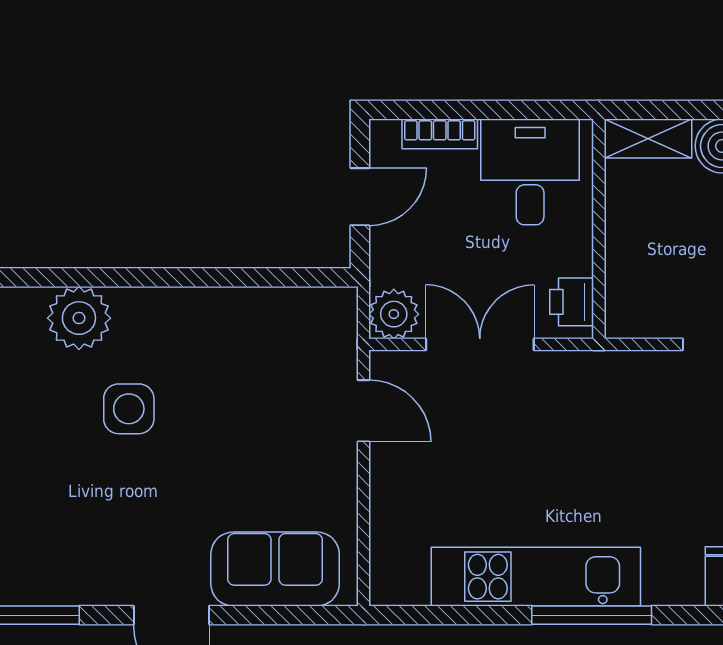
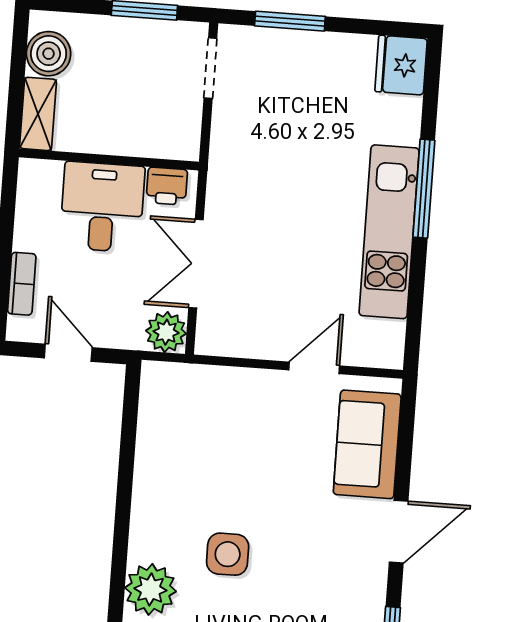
desk: (530, 172) -> (102, 207), moved, turned 90
door: (363, 411) -> (314, 368), moved

